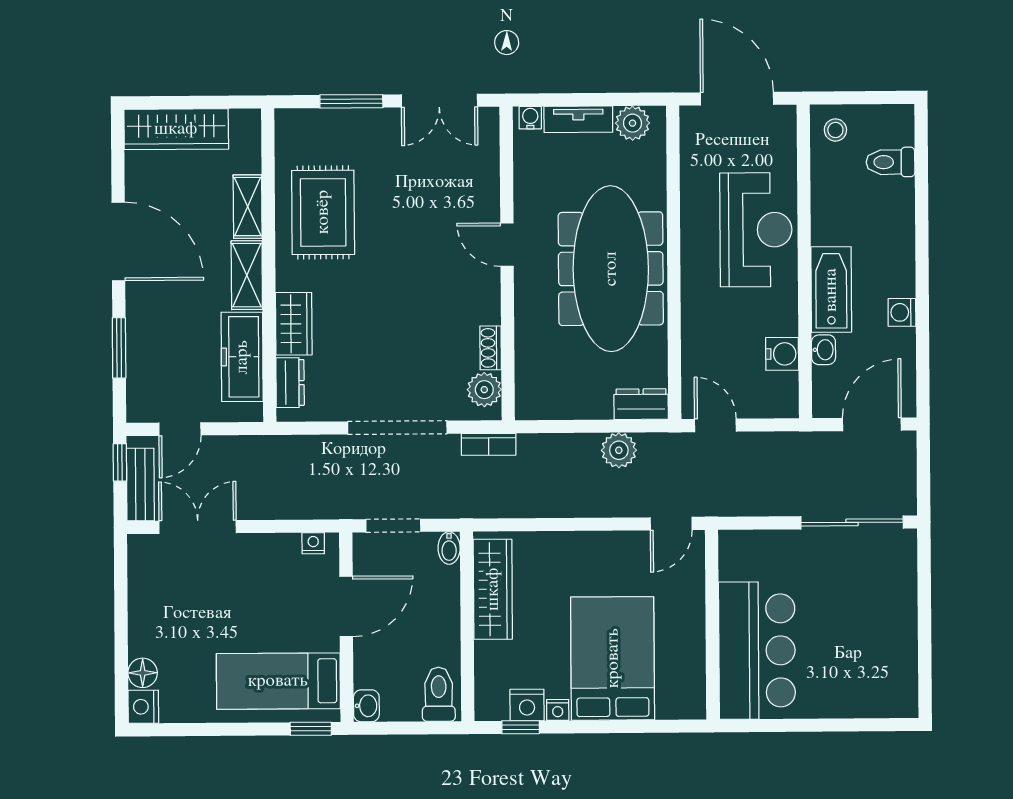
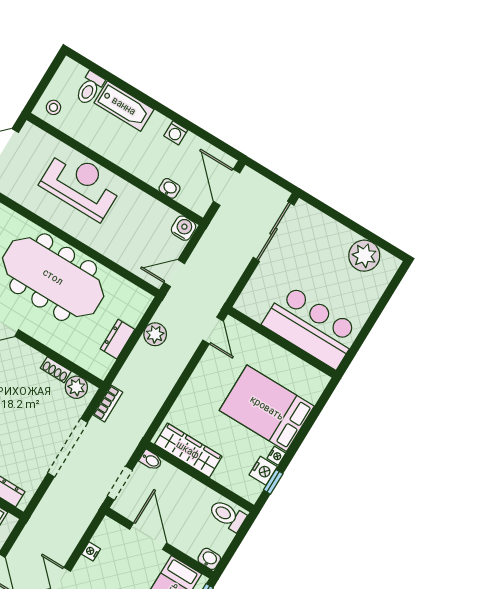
bathtub: (831, 290) -> (124, 106), moved, turned 180
water cooler: (782, 354) -> (184, 228), moved
dresser: (641, 404) -> (117, 339), moved
nightstand: (313, 543) -> (91, 551), moved
plant: (894, 662) -> (364, 256), added

